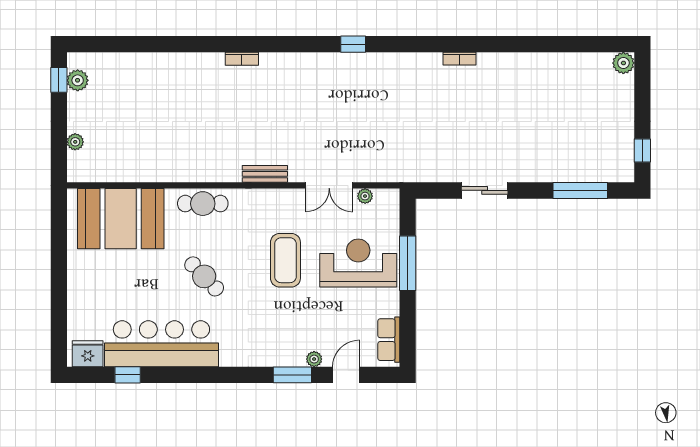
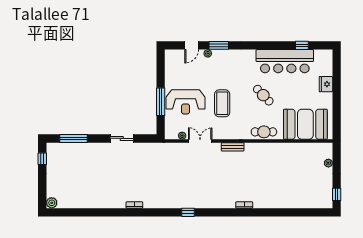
plant: (78, 80) -> (327, 194), removed
row of seats: (389, 340) -> (170, 63), removed
fridge: (88, 354) -> (326, 84), moved, turned 90

